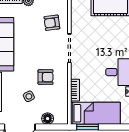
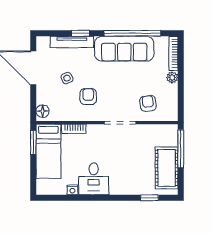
armchair: (46, 77) -> (88, 97), turned 180
floor lamp: (48, 119) -> (43, 111), moved

